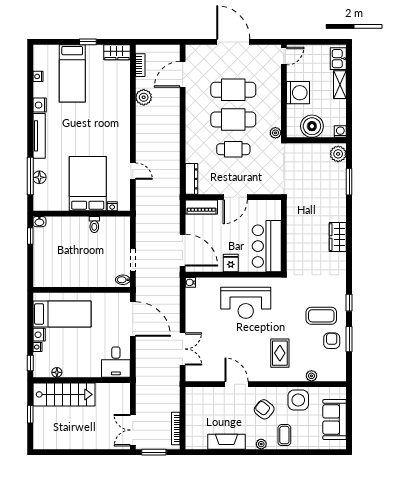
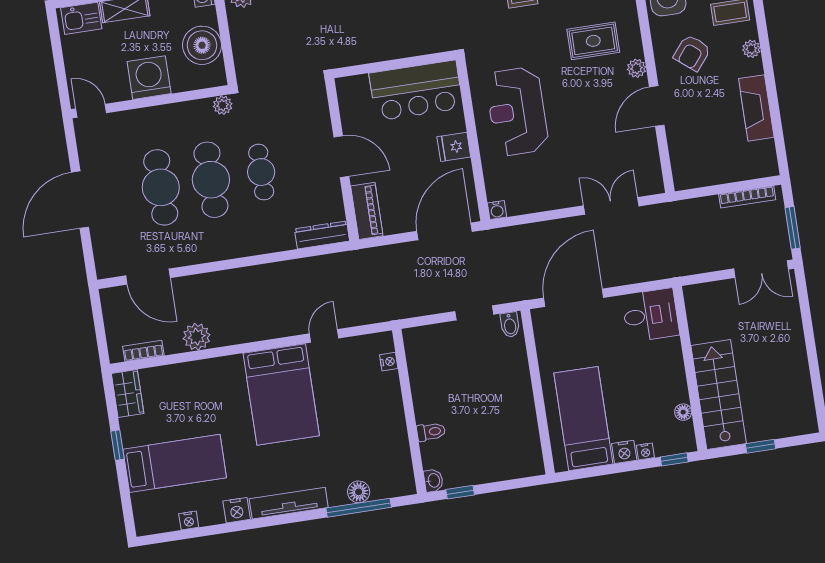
bed: (88, 184) -> (281, 394), moved, turned -90
toilet: (94, 225) -> (431, 432), moved
reception desk: (246, 303) -> (517, 111), turned 180
plant: (260, 376) -> (637, 68), added

